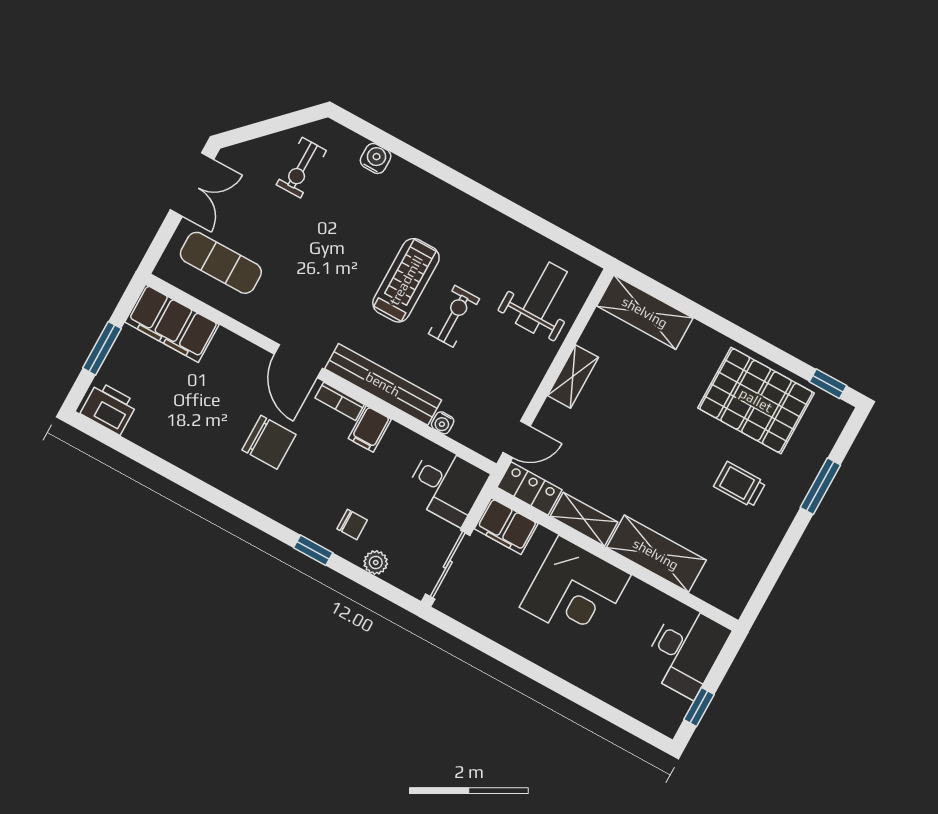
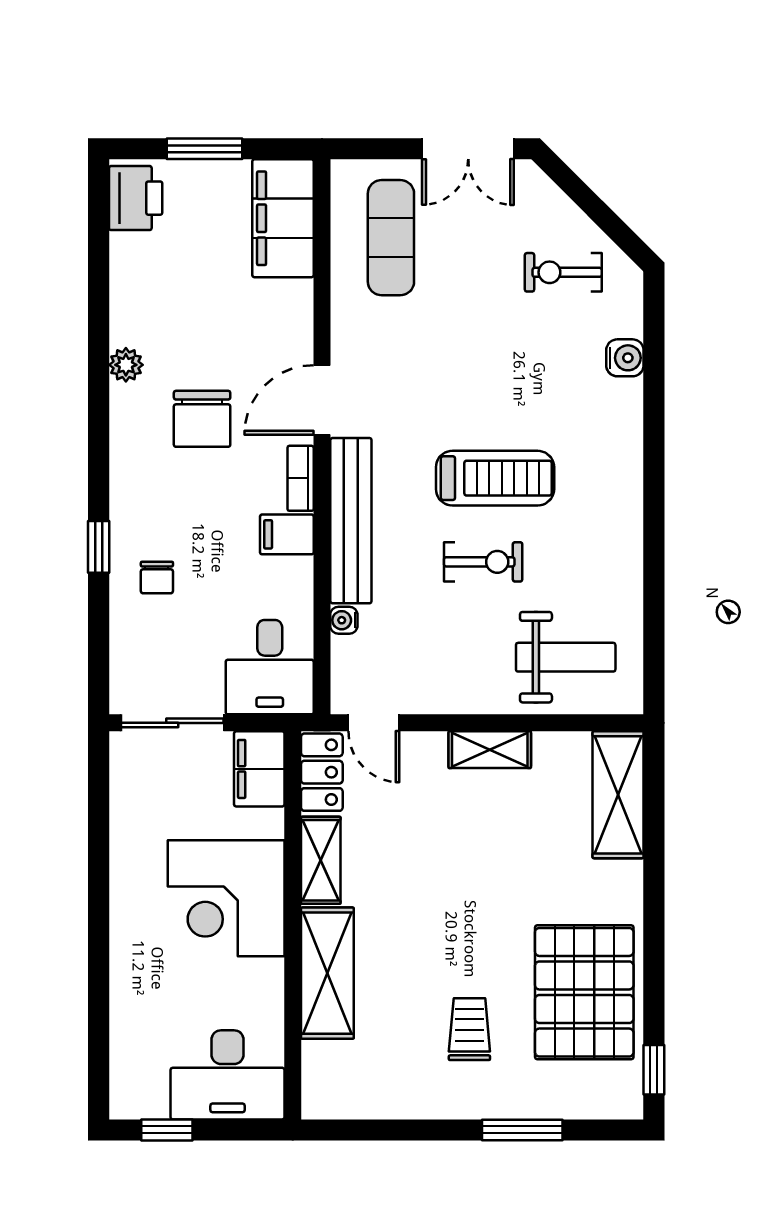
plant: (376, 562) -> (126, 365), moved

